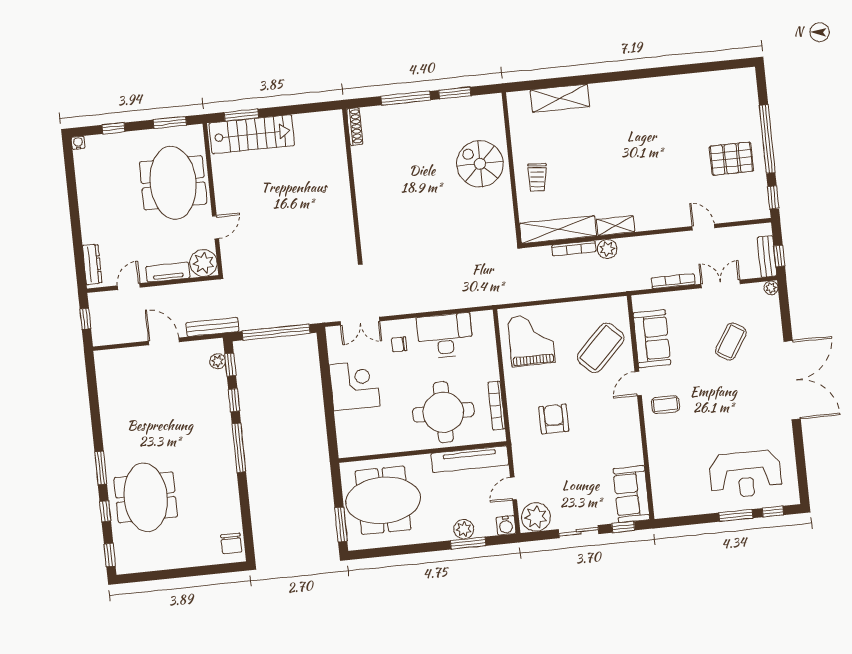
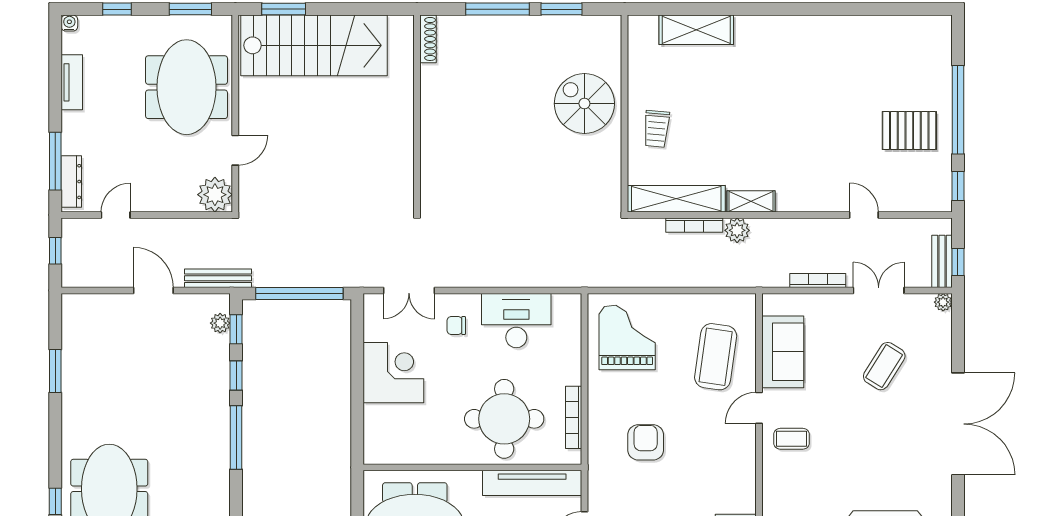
stairs: (252, 134) -> (314, 45), width x1.36, depth x1.51
window: (78, 250) -> (55, 161), added
tv unit: (168, 272) -> (72, 82), moved, turned 90
coffee table: (601, 348) -> (716, 357), turned -37
window: (101, 468) -> (55, 371), moved

